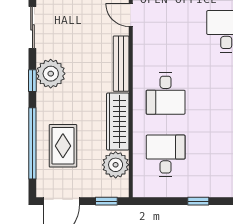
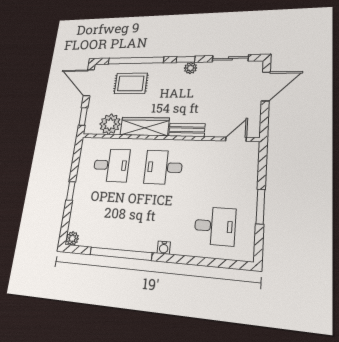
bench: (121, 64) -> (187, 130), width x0.73
plant: (51, 74) -> (191, 68), width x0.53, depth x0.53

